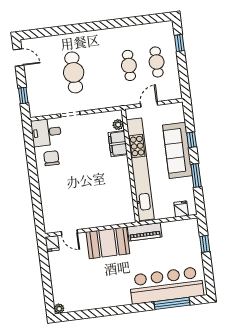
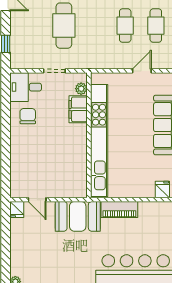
plant: (118, 125) -> (81, 89), moved
filing cabinet: (118, 144) -> (78, 109), moved
wall: (130, 166) -> (89, 135), moved
kitchen unit: (140, 169) -> (99, 141), moved

